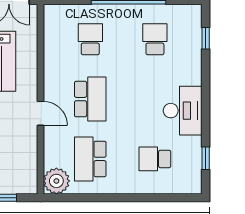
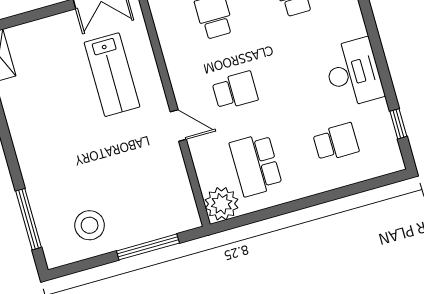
school desk: (90, 99) -> (235, 91), width x0.54
school desk: (155, 159) -> (336, 142), turned 180

